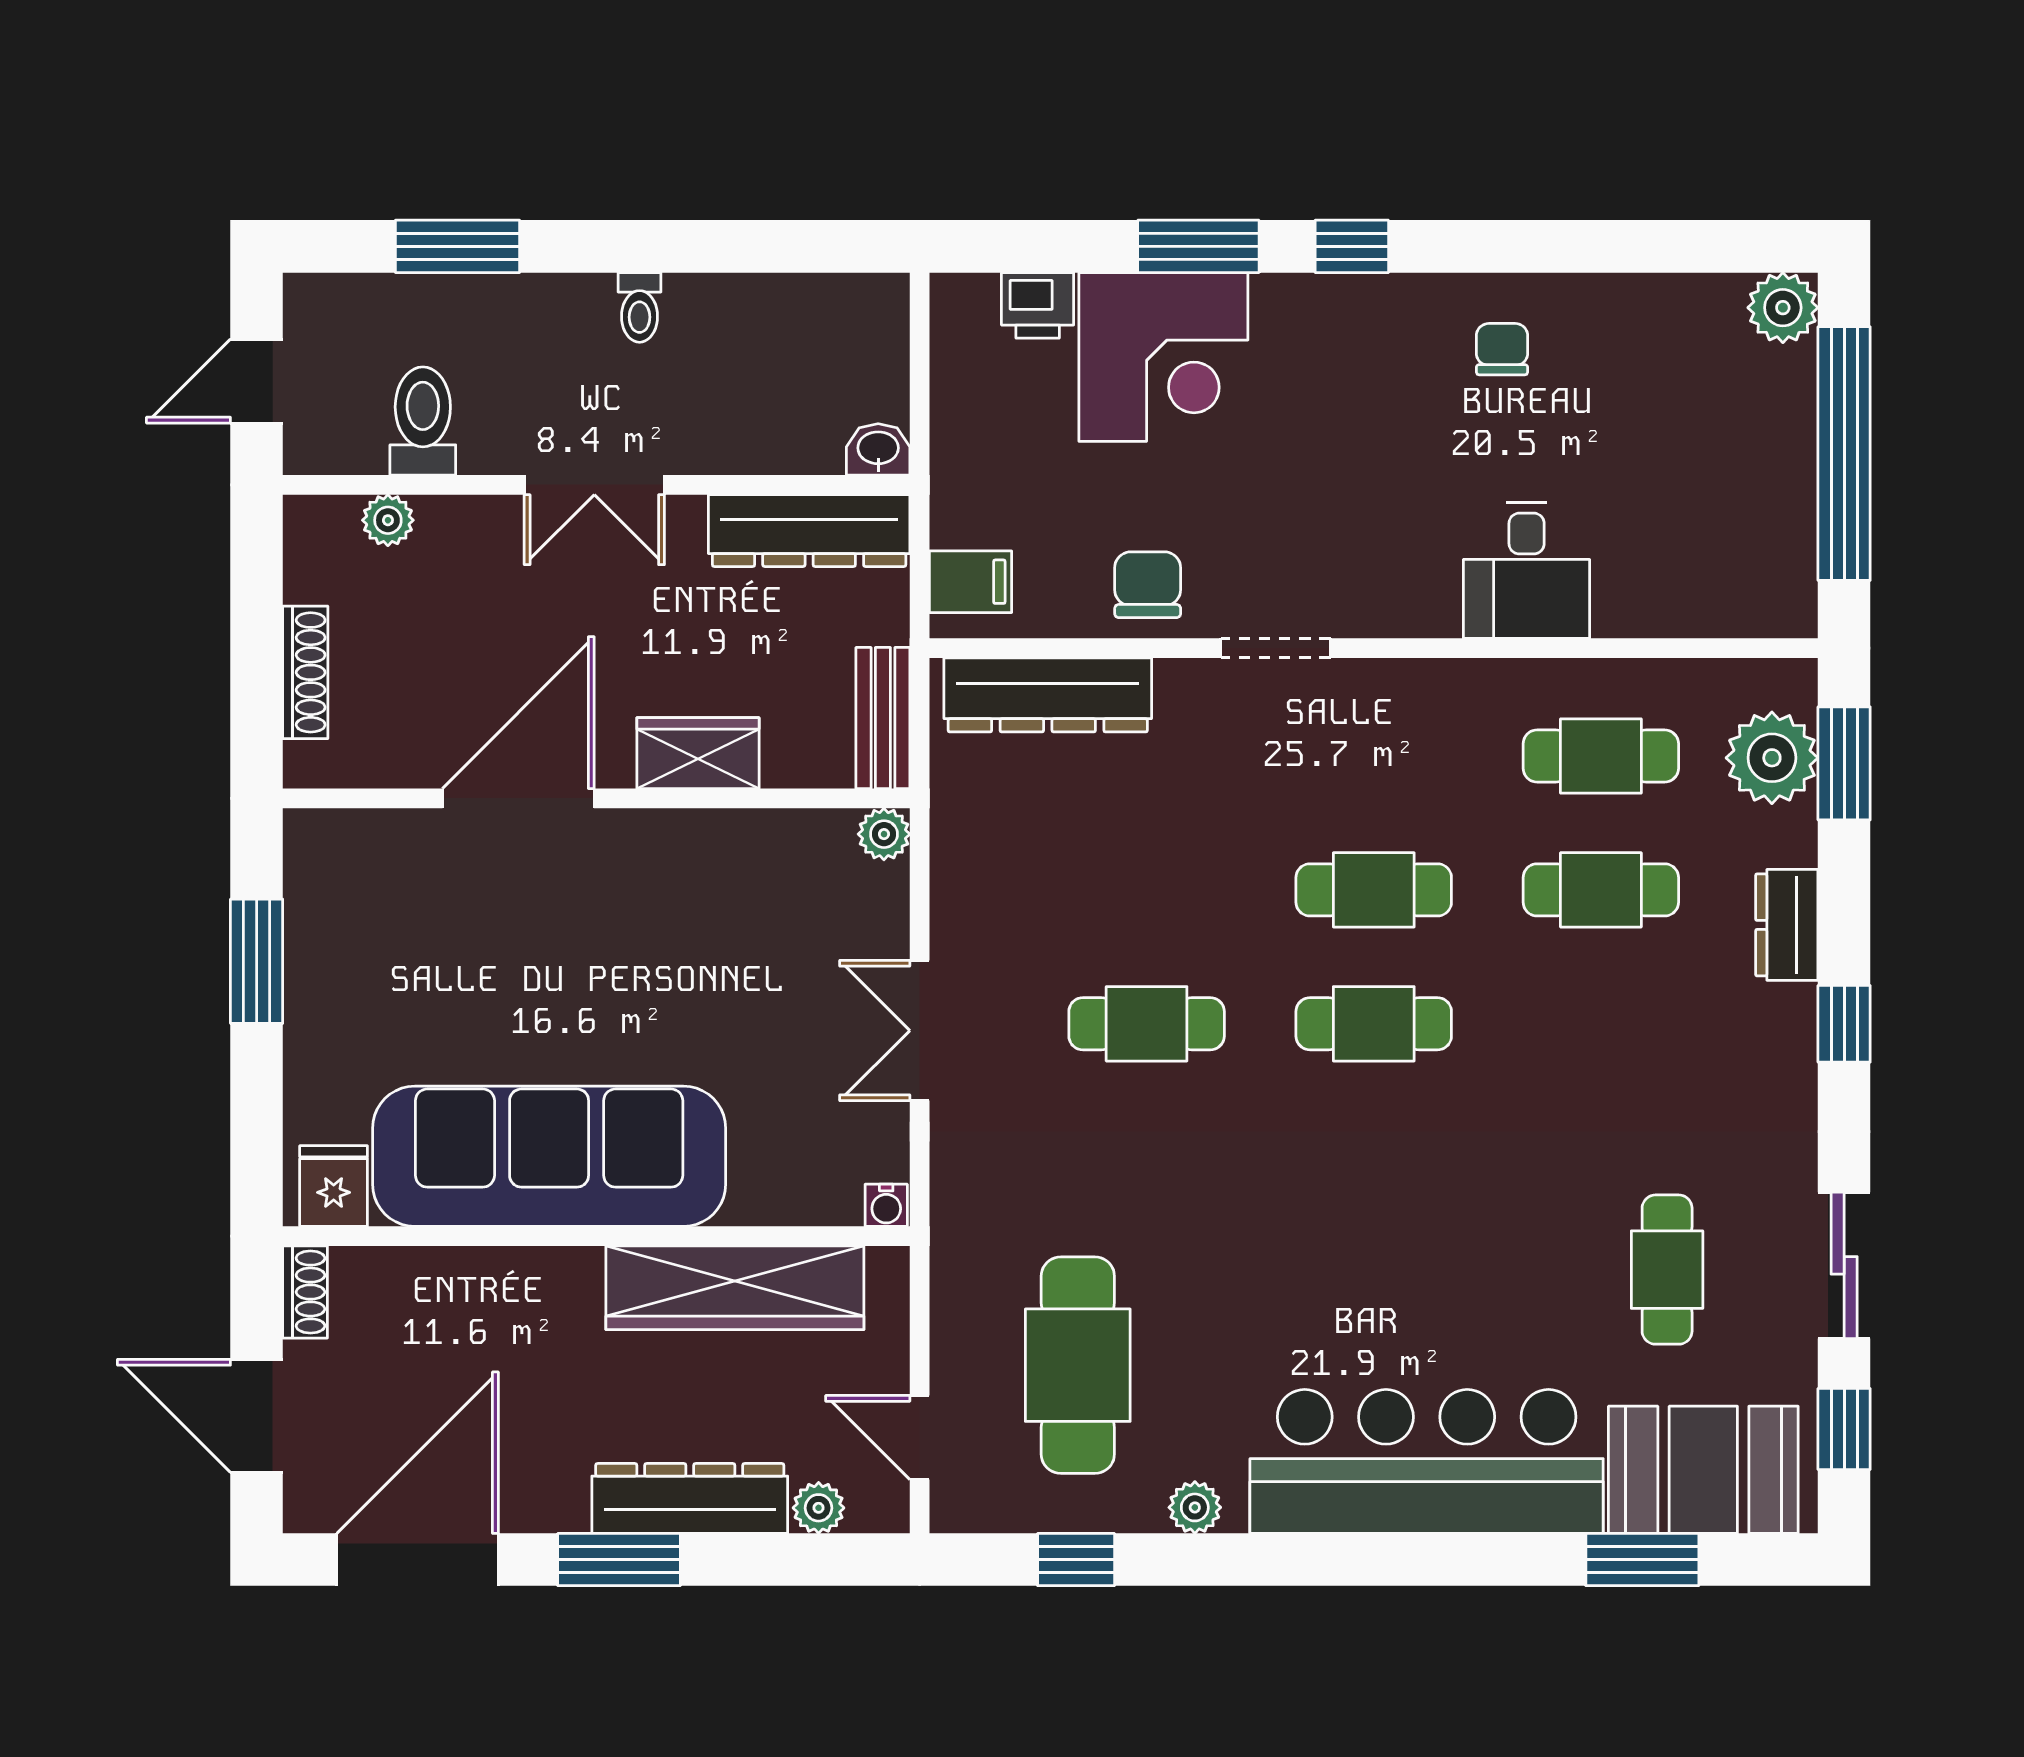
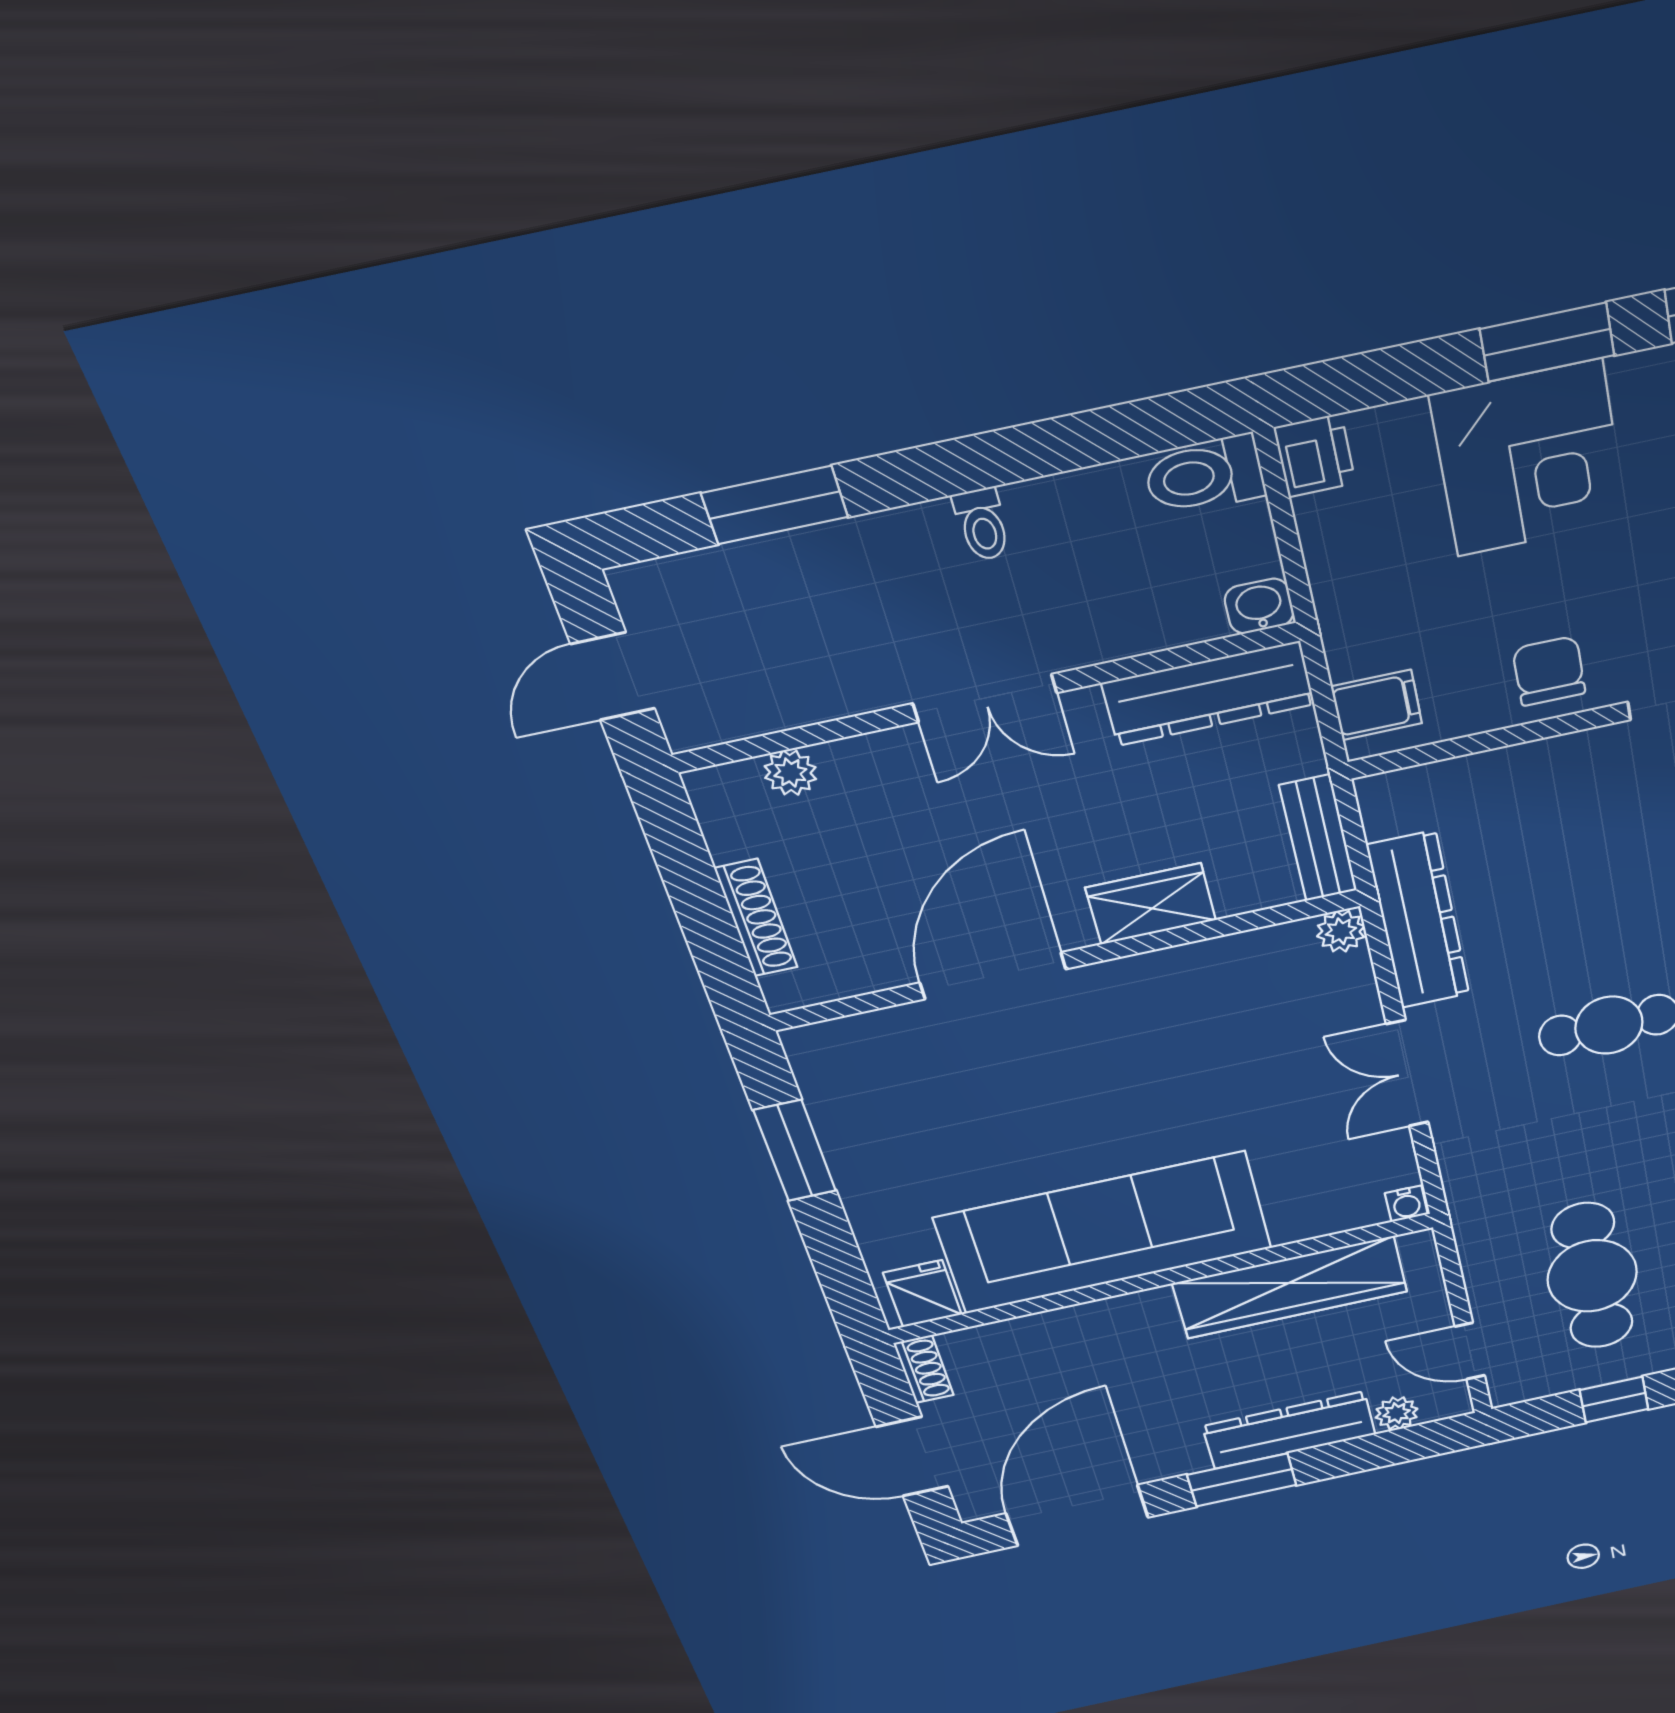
printer: (1038, 305) -> (1315, 455), moved, turned -90
toilet: (423, 421) -> (1205, 475), moved, turned -90
dresser: (1048, 695) -> (1418, 920), moved, turned -90

